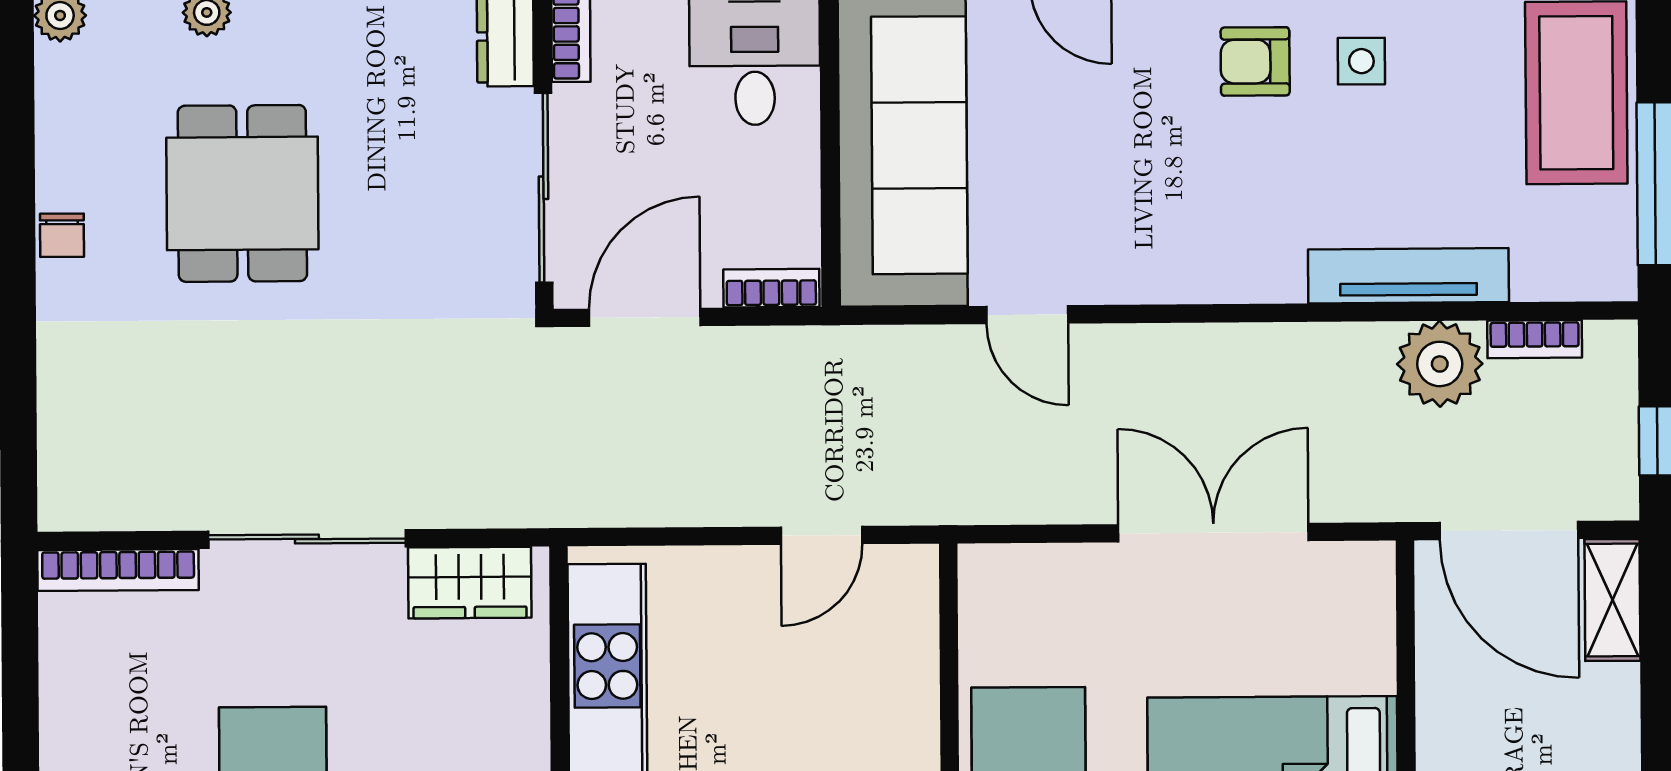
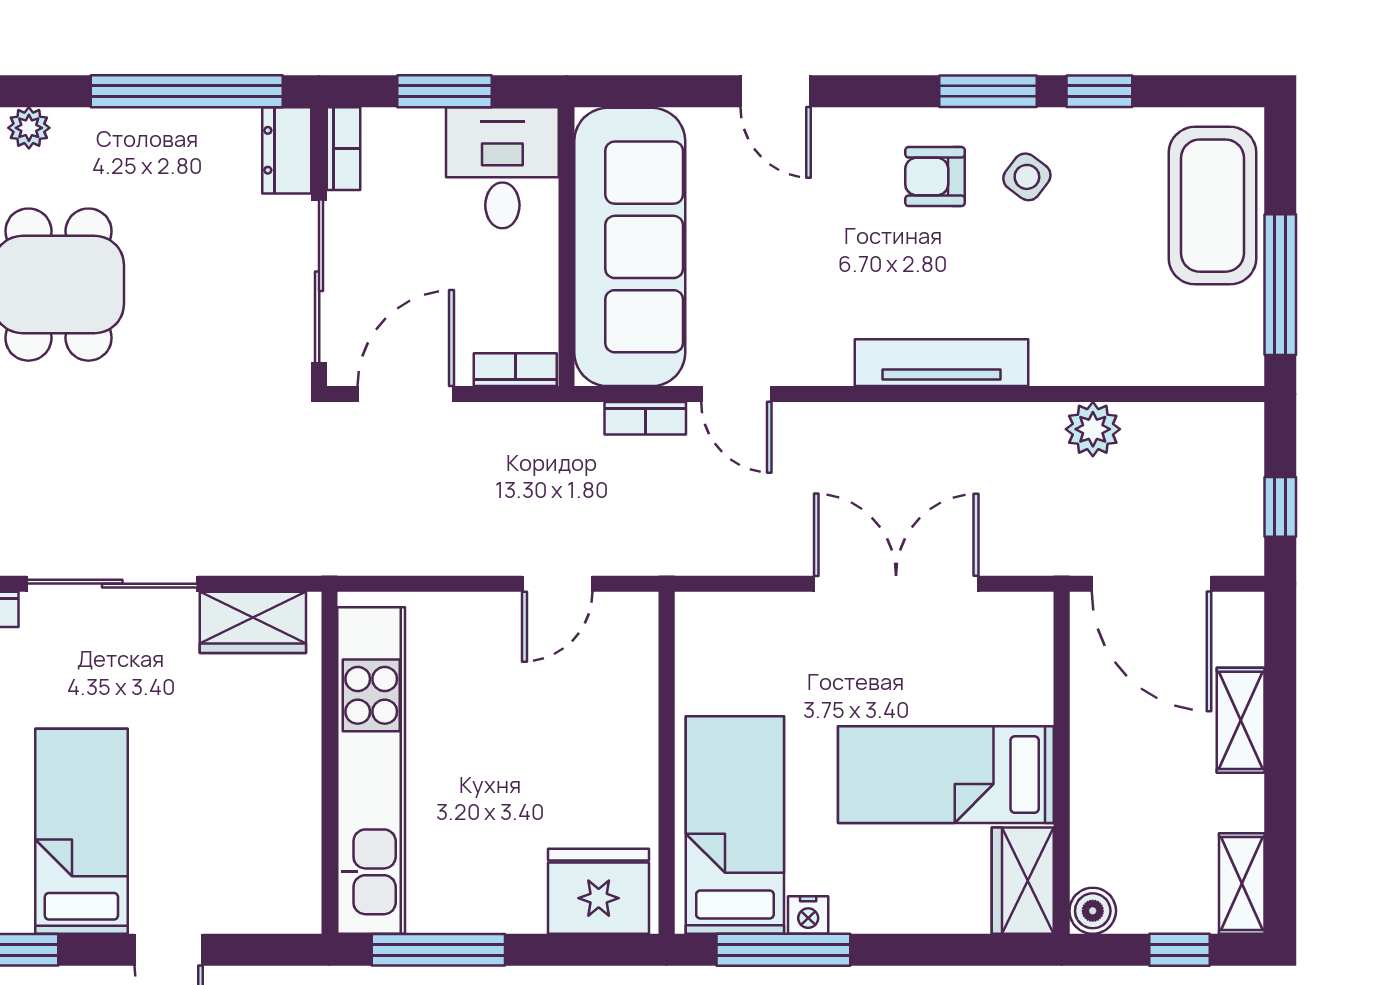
side table: (1361, 61) -> (1027, 177), turned 37
tv unit: (1408, 276) -> (942, 363), moved
bookcase: (1535, 339) -> (645, 418), moved
plant: (1440, 364) -> (1093, 429), width x0.73, depth x0.73
shelving: (1612, 600) -> (1241, 720), moved

